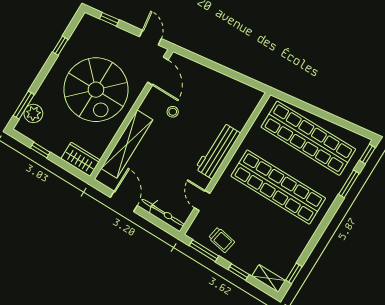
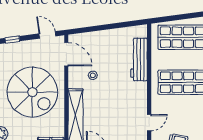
workbench: (218, 151) -> (139, 59), moved
door: (202, 201) -> (149, 123), swing flipped

